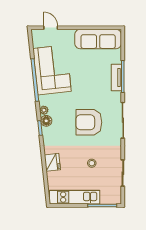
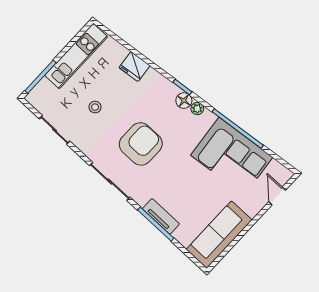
door: (51, 28) -> (277, 196), swing flipped

